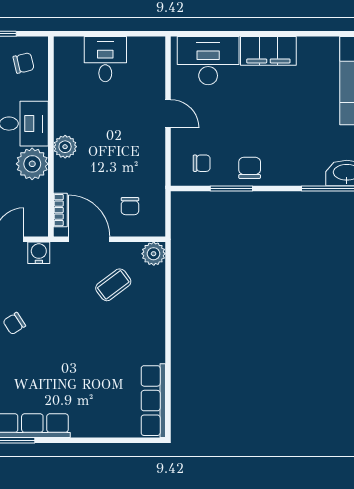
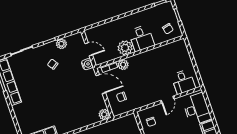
desk: (105, 59) -> (183, 82), moved, turned 90
plant: (65, 147) -> (123, 65), moved
door: (89, 239) -> (101, 84), hinge flipped
coffee table: (113, 285) -> (85, 102), removed

